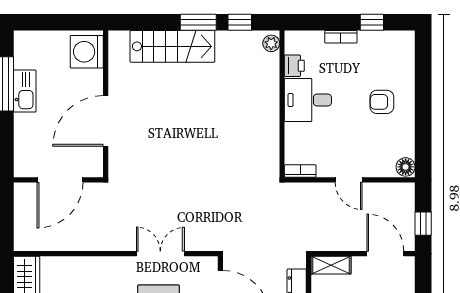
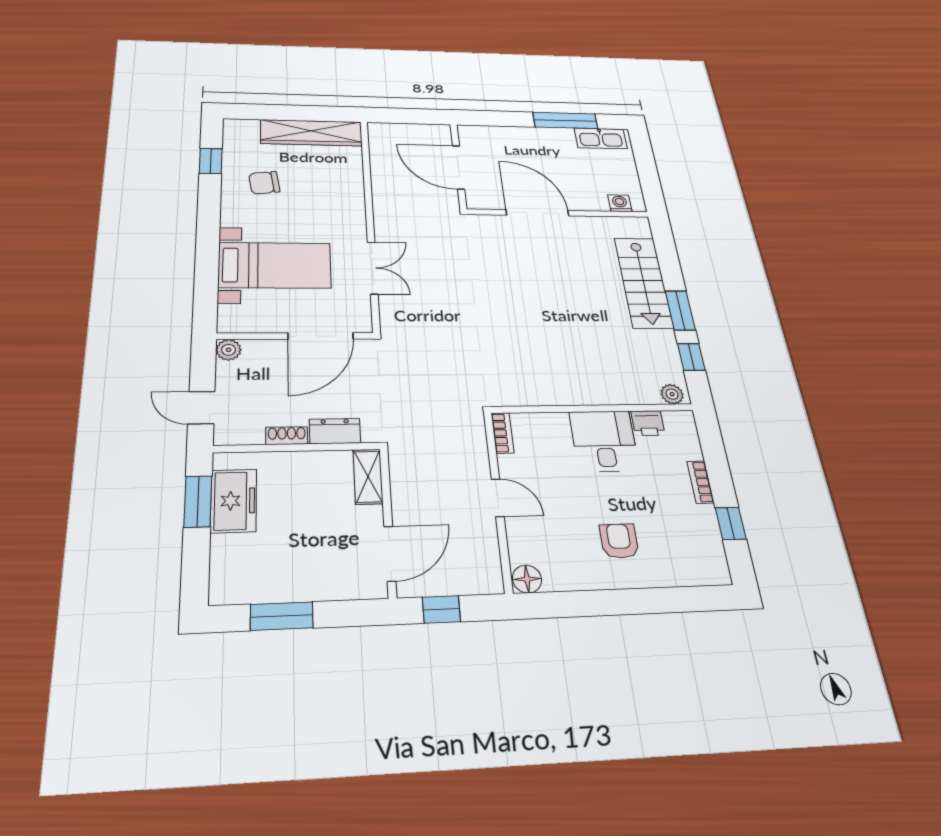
washing machine: (87, 52) -> (620, 203), width x0.53, depth x0.53
kitchen sink: (25, 91) -> (601, 138), moved
door: (349, 180) -> (498, 498), swing flipped

